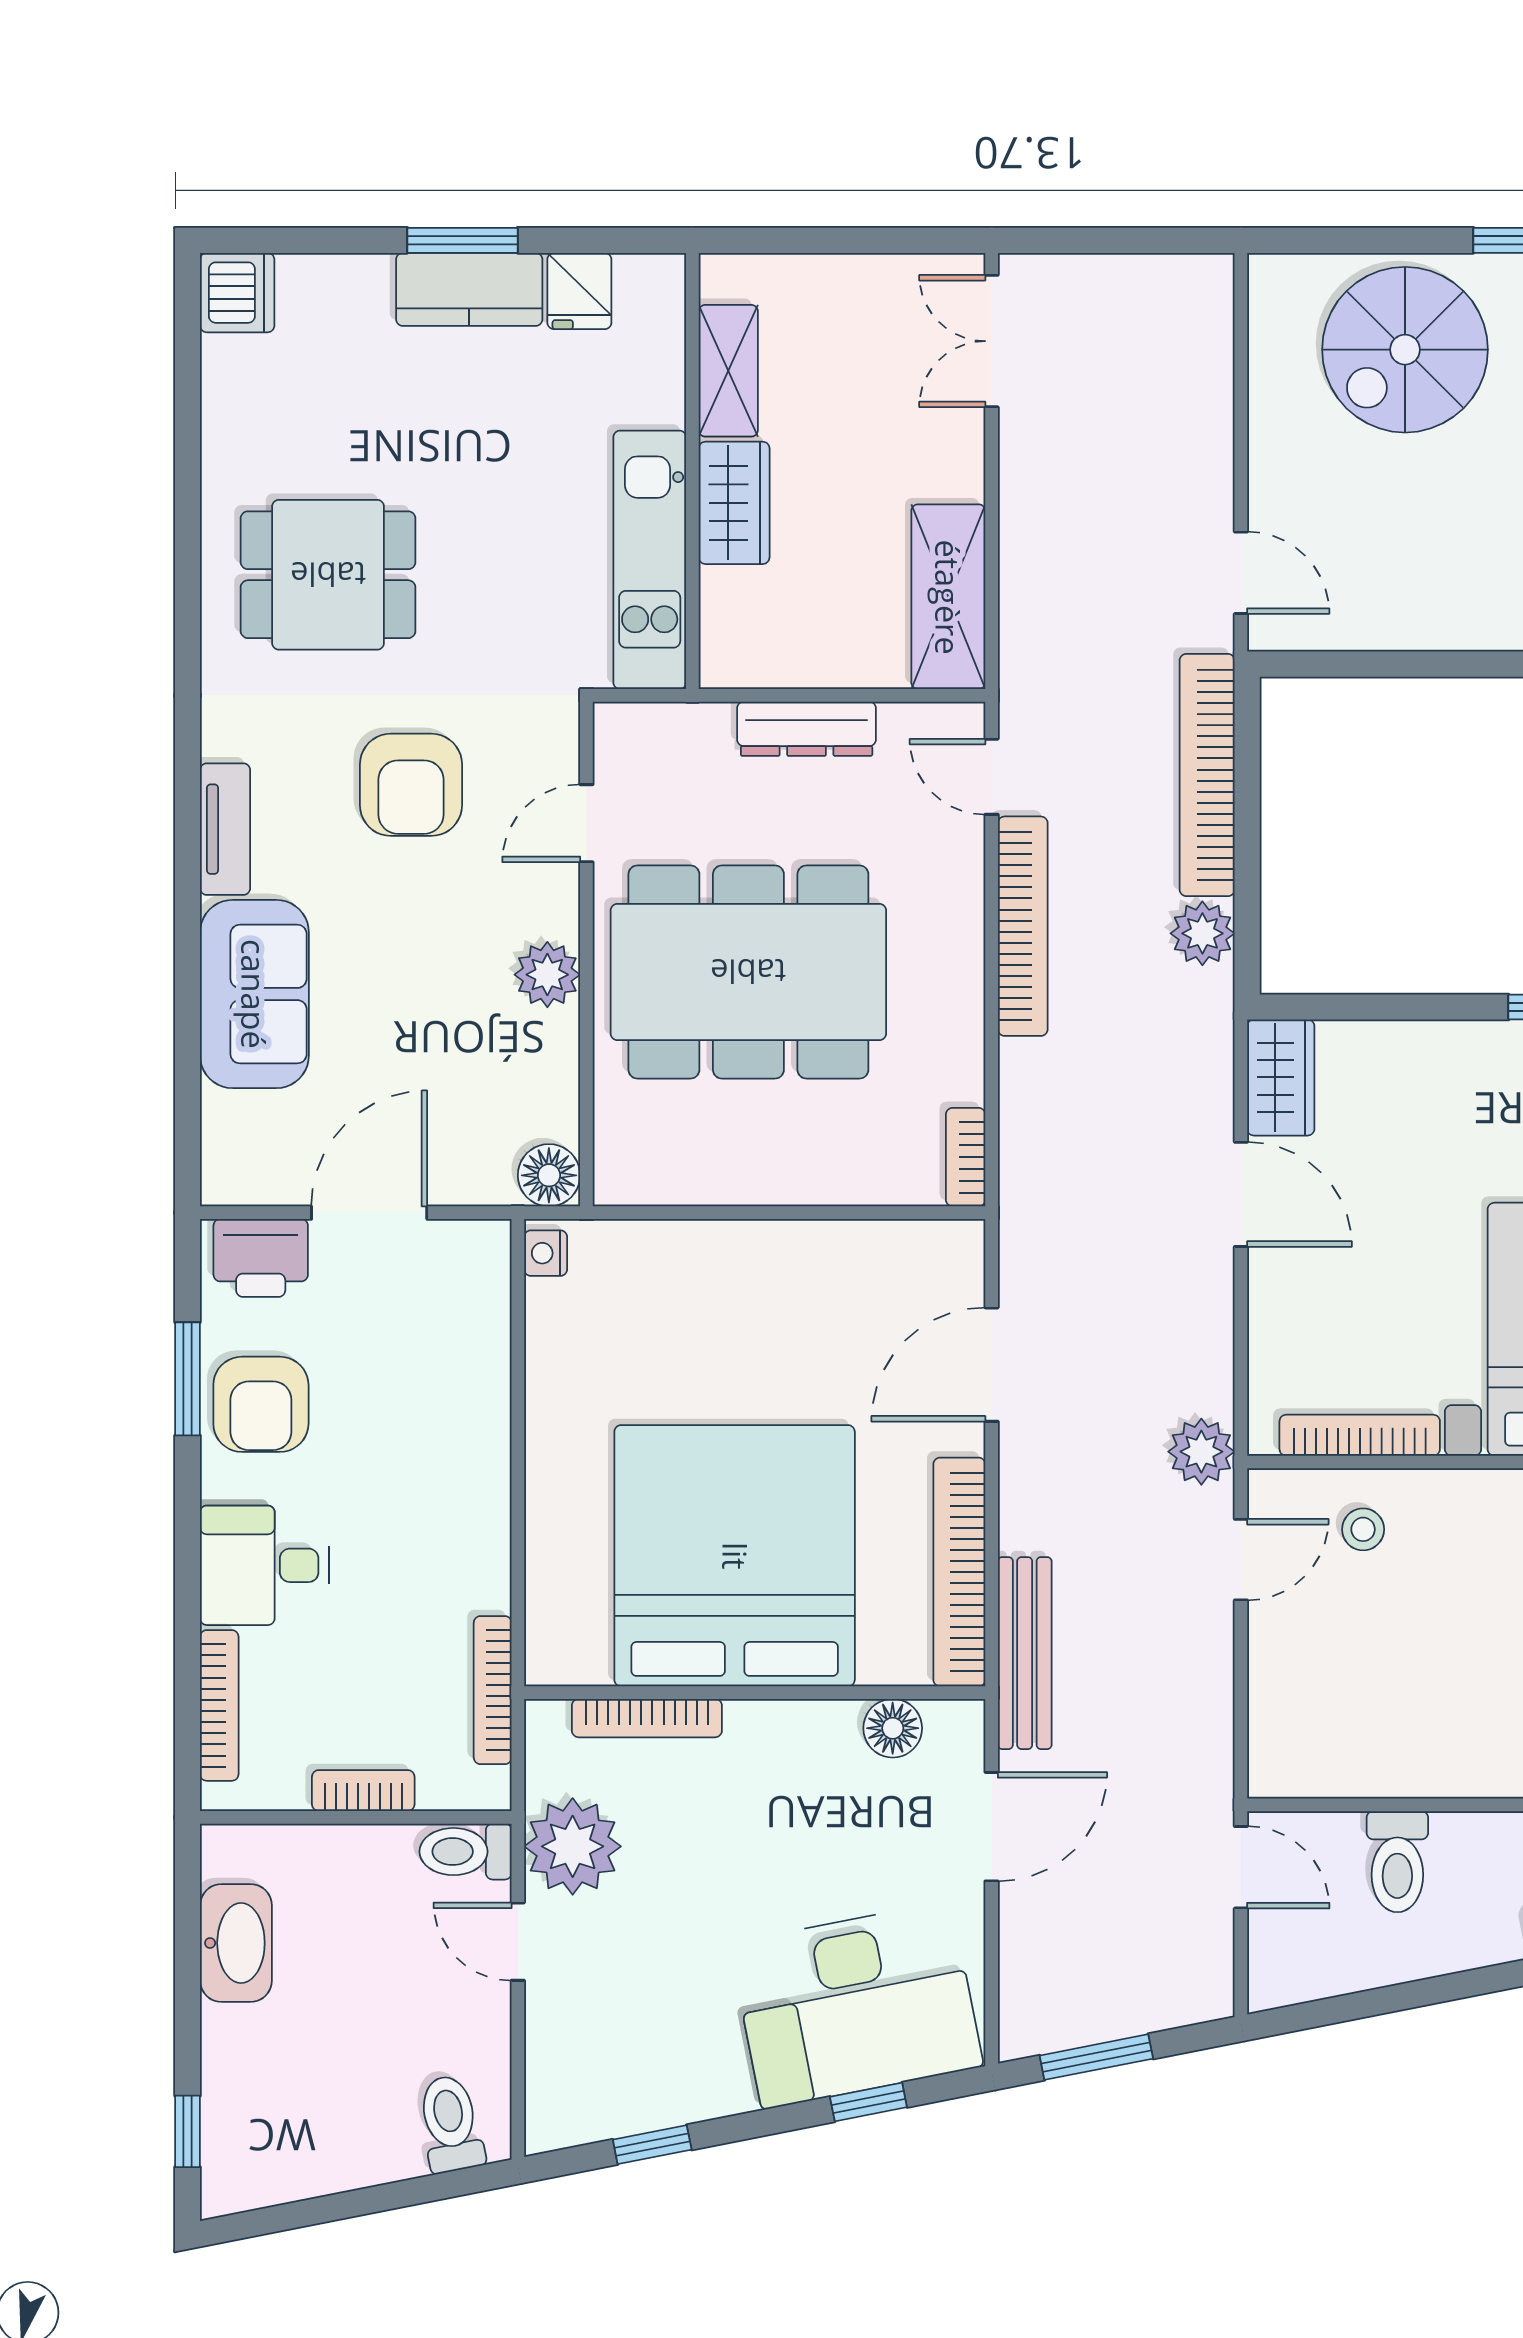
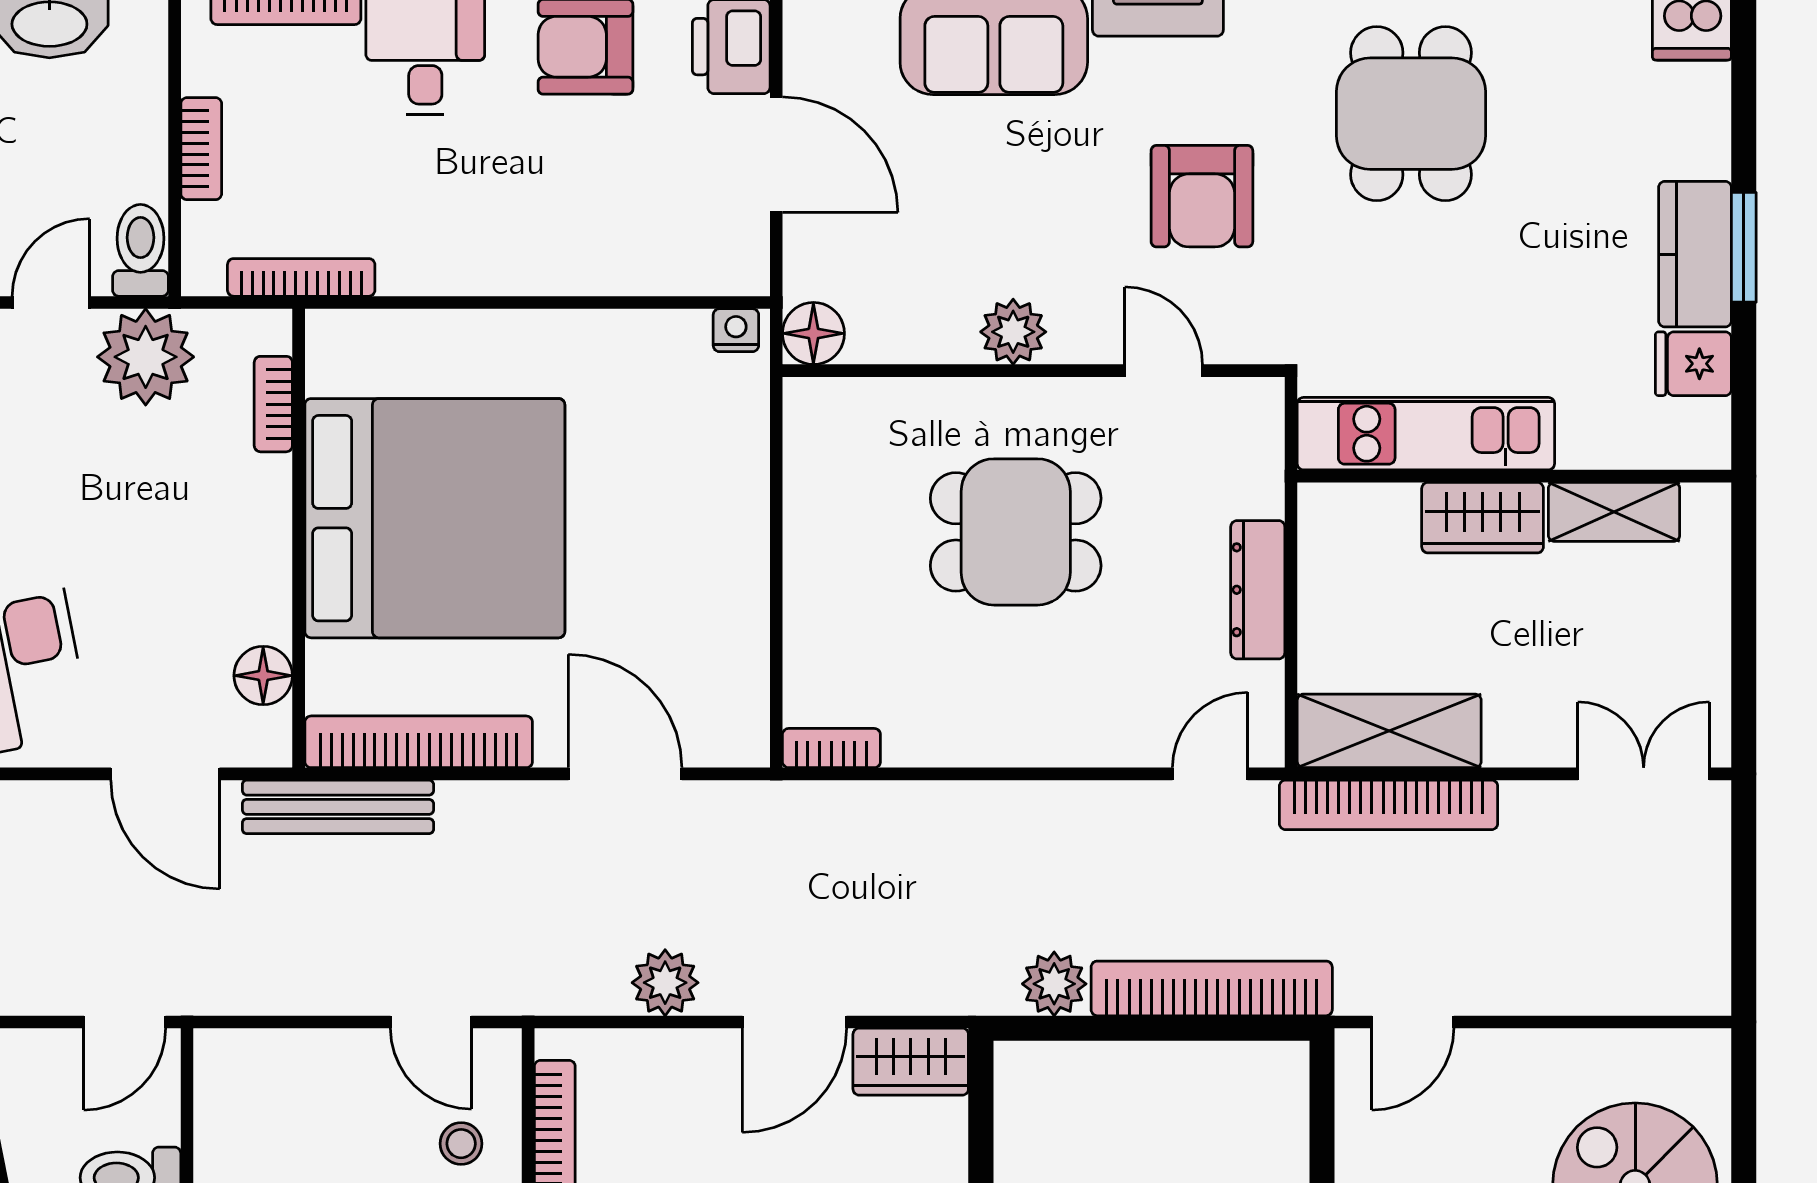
armchair: (411, 785) -> (1202, 196), turned -90
bookcase: (1023, 926) -> (1389, 805), moved
dining table: (748, 972) -> (1016, 532), width x0.53, depth x0.80
plant: (1201, 1452) -> (665, 983), moved
bookcase: (647, 1718) -> (273, 404), width x0.64

